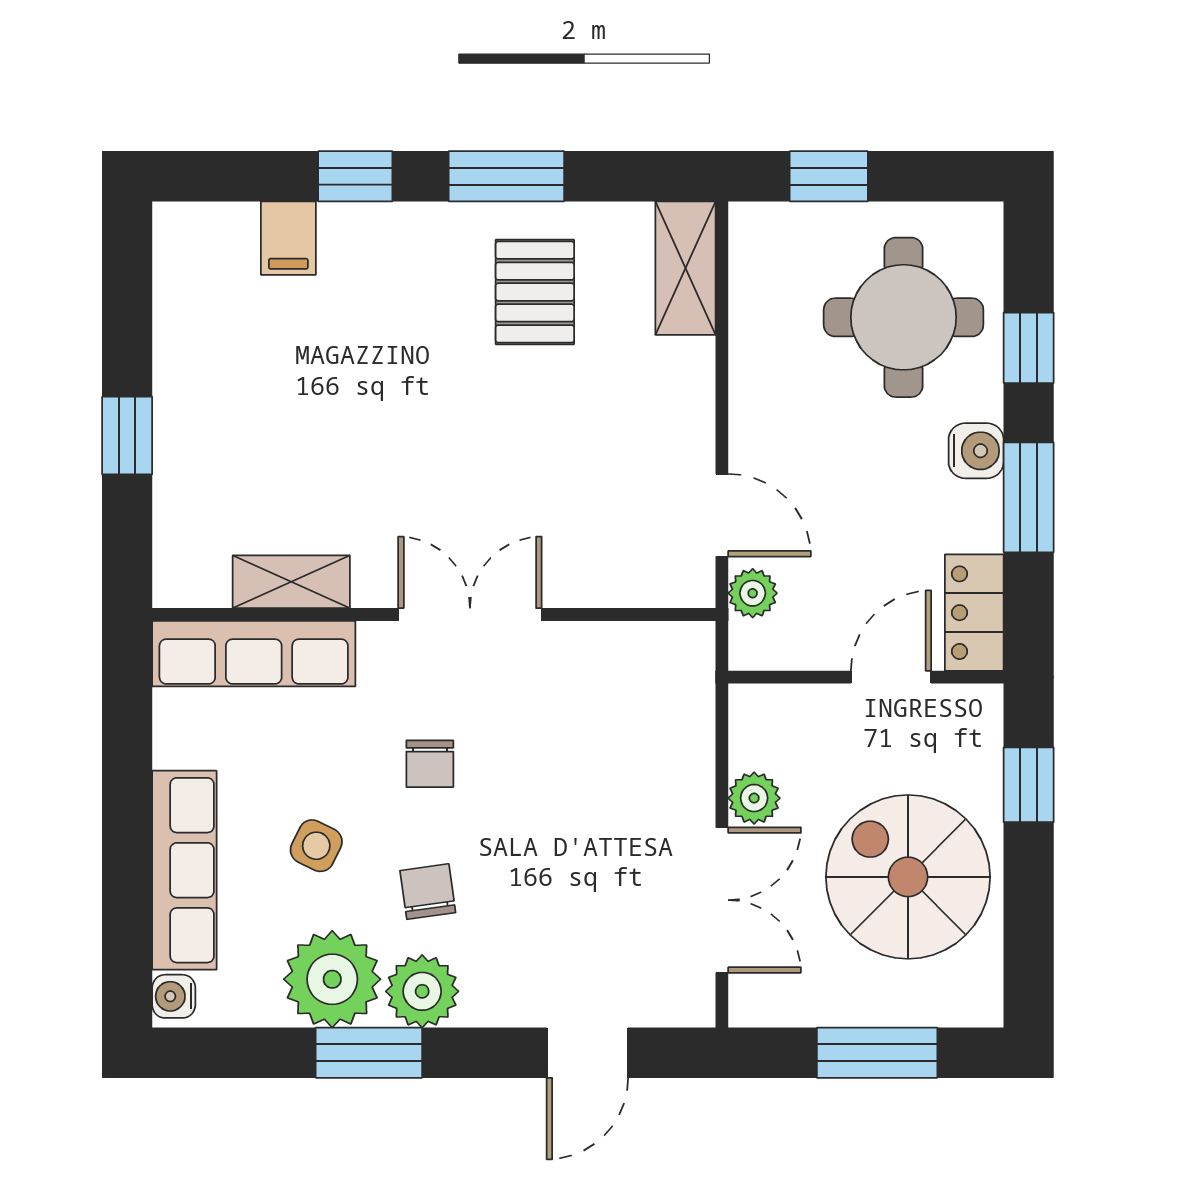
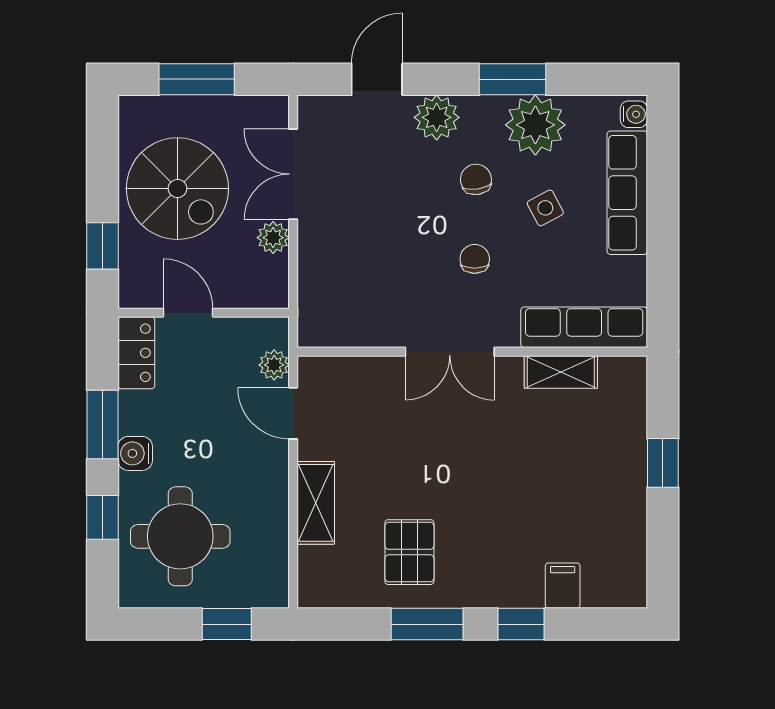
shelving: (686, 268) -> (316, 503), moved
door: (891, 677) -> (188, 313), swing flipped
side table: (316, 846) -> (545, 208), turned 36
chair: (428, 892) -> (476, 179), turned 180
plant: (422, 991) -> (437, 117), moved

